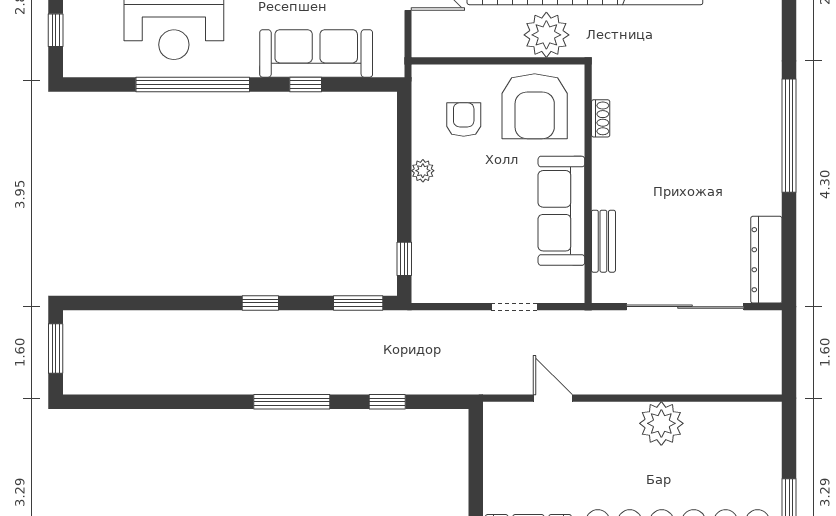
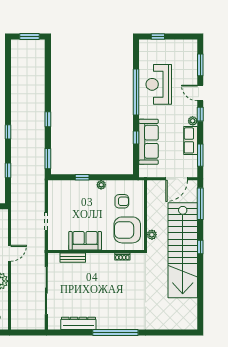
plant: (546, 35) -> (152, 235), width x0.53, depth x0.53
sofa: (561, 211) -> (85, 241), width x0.73
window: (404, 259) -> (82, 177), moved
dresser: (766, 260) -> (78, 323), moved
door: (553, 398) -> (9, 253), moved
window: (292, 402) -> (8, 132), width x0.46

